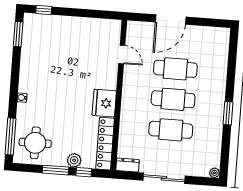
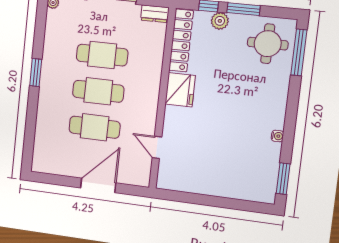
window: (44, 10) -> (250, 206), removed
water cooler: (22, 98) -> (277, 136), moved

